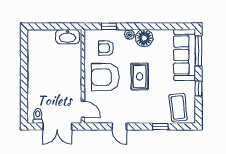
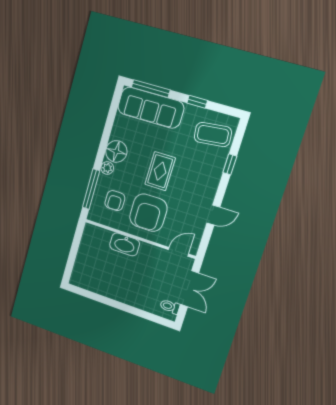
window: (109, 26) -> (91, 189), width x2.17
washbasin: (68, 37) -> (125, 244), moved, turned 90
rug: (140, 77) -> (160, 171), turned 90

